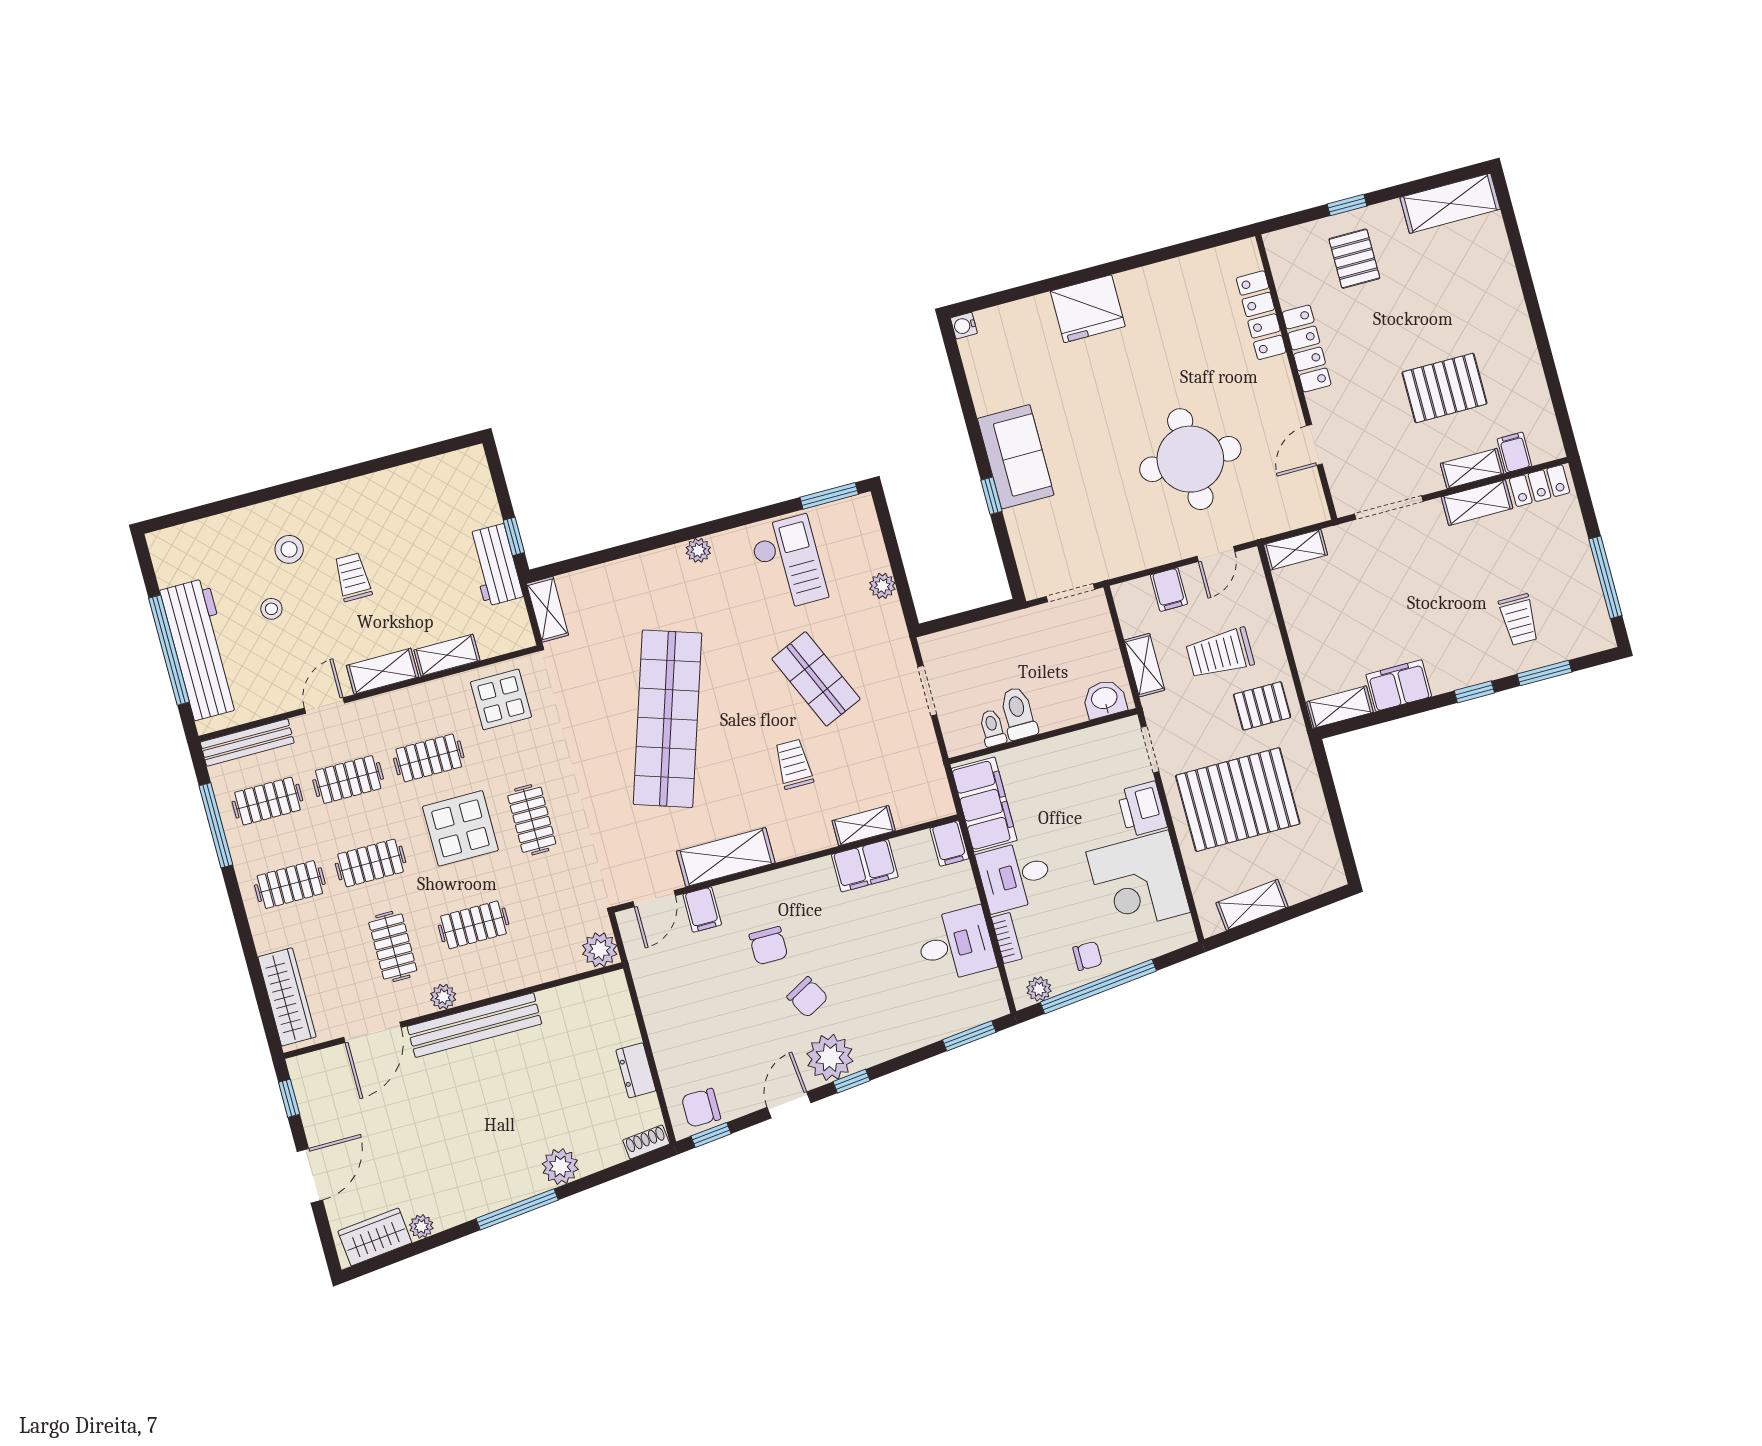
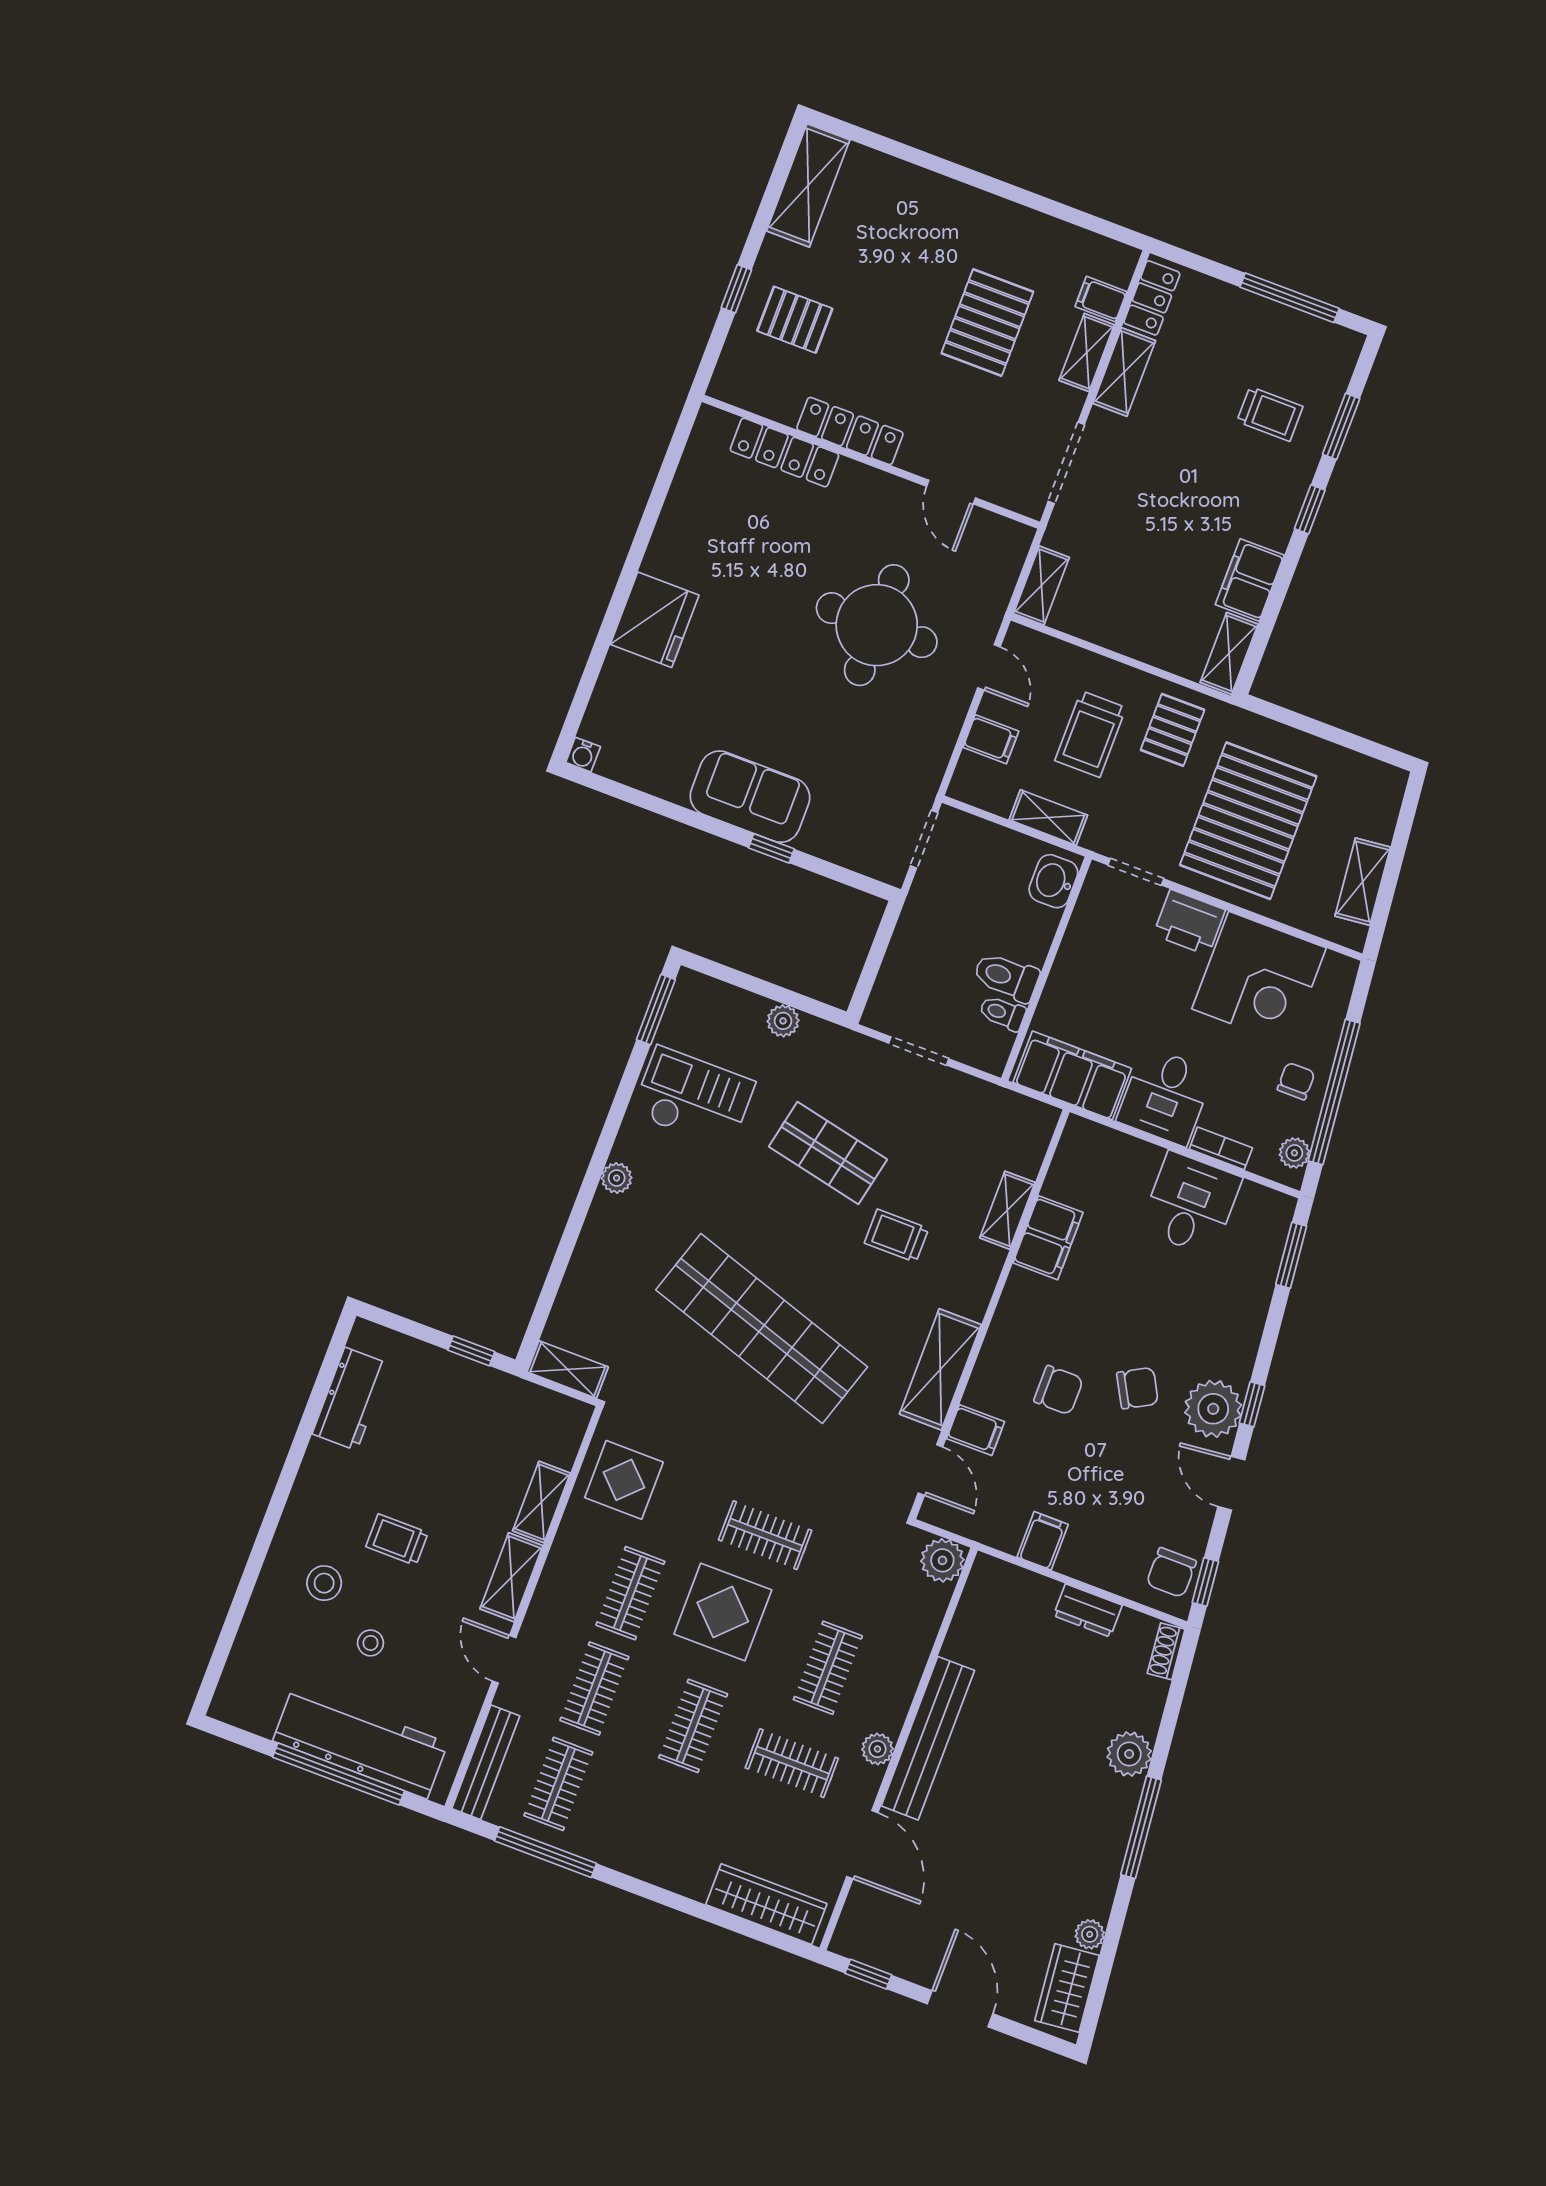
workbench: (495, 565) -> (351, 1399), moved, turned -90
shop shelf: (816, 679) -> (828, 1153), turned 36
filing cabinet: (949, 843) -> (1043, 1541), moved, turned -90
clothes rail: (290, 885) -> (657, 1821), removed

